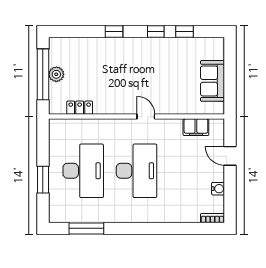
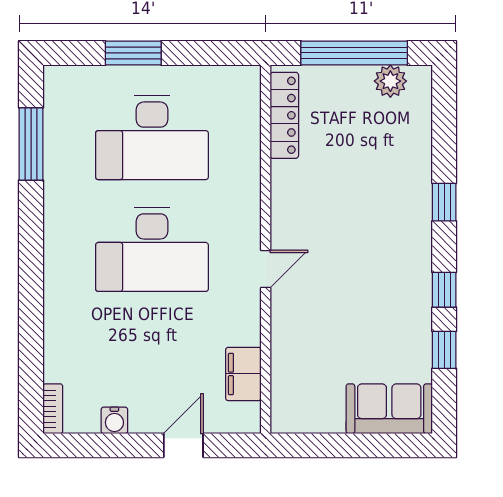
plant: (56, 74) -> (390, 81), moved
sofa: (213, 81) -> (389, 409), moved
locker: (80, 108) -> (284, 115), width x1.53

